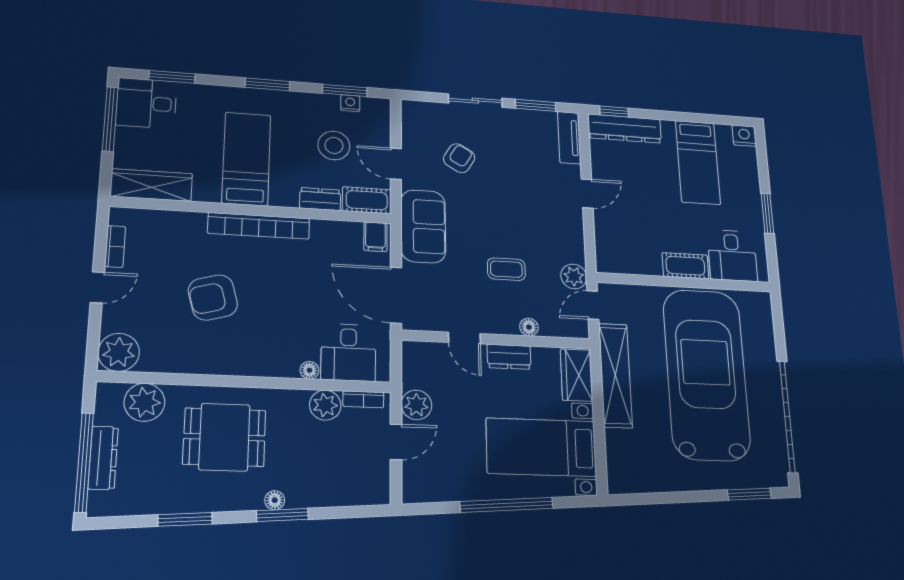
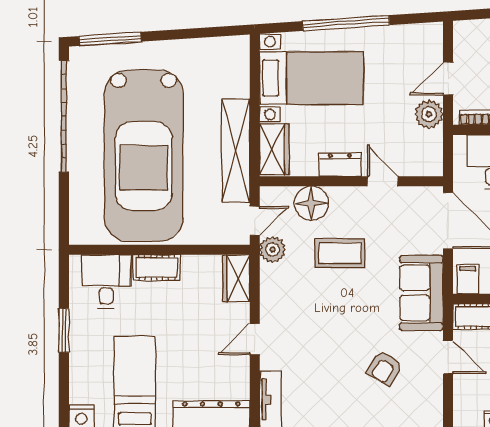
wardrobe: (608, 251) -> (236, 278), added
coffee table: (506, 269) -> (340, 253), width x1.36, depth x1.30
floor lamp: (529, 327) -> (311, 203), width x1.89, depth x1.89
window: (749, 494) -> (110, 39), width x1.44

